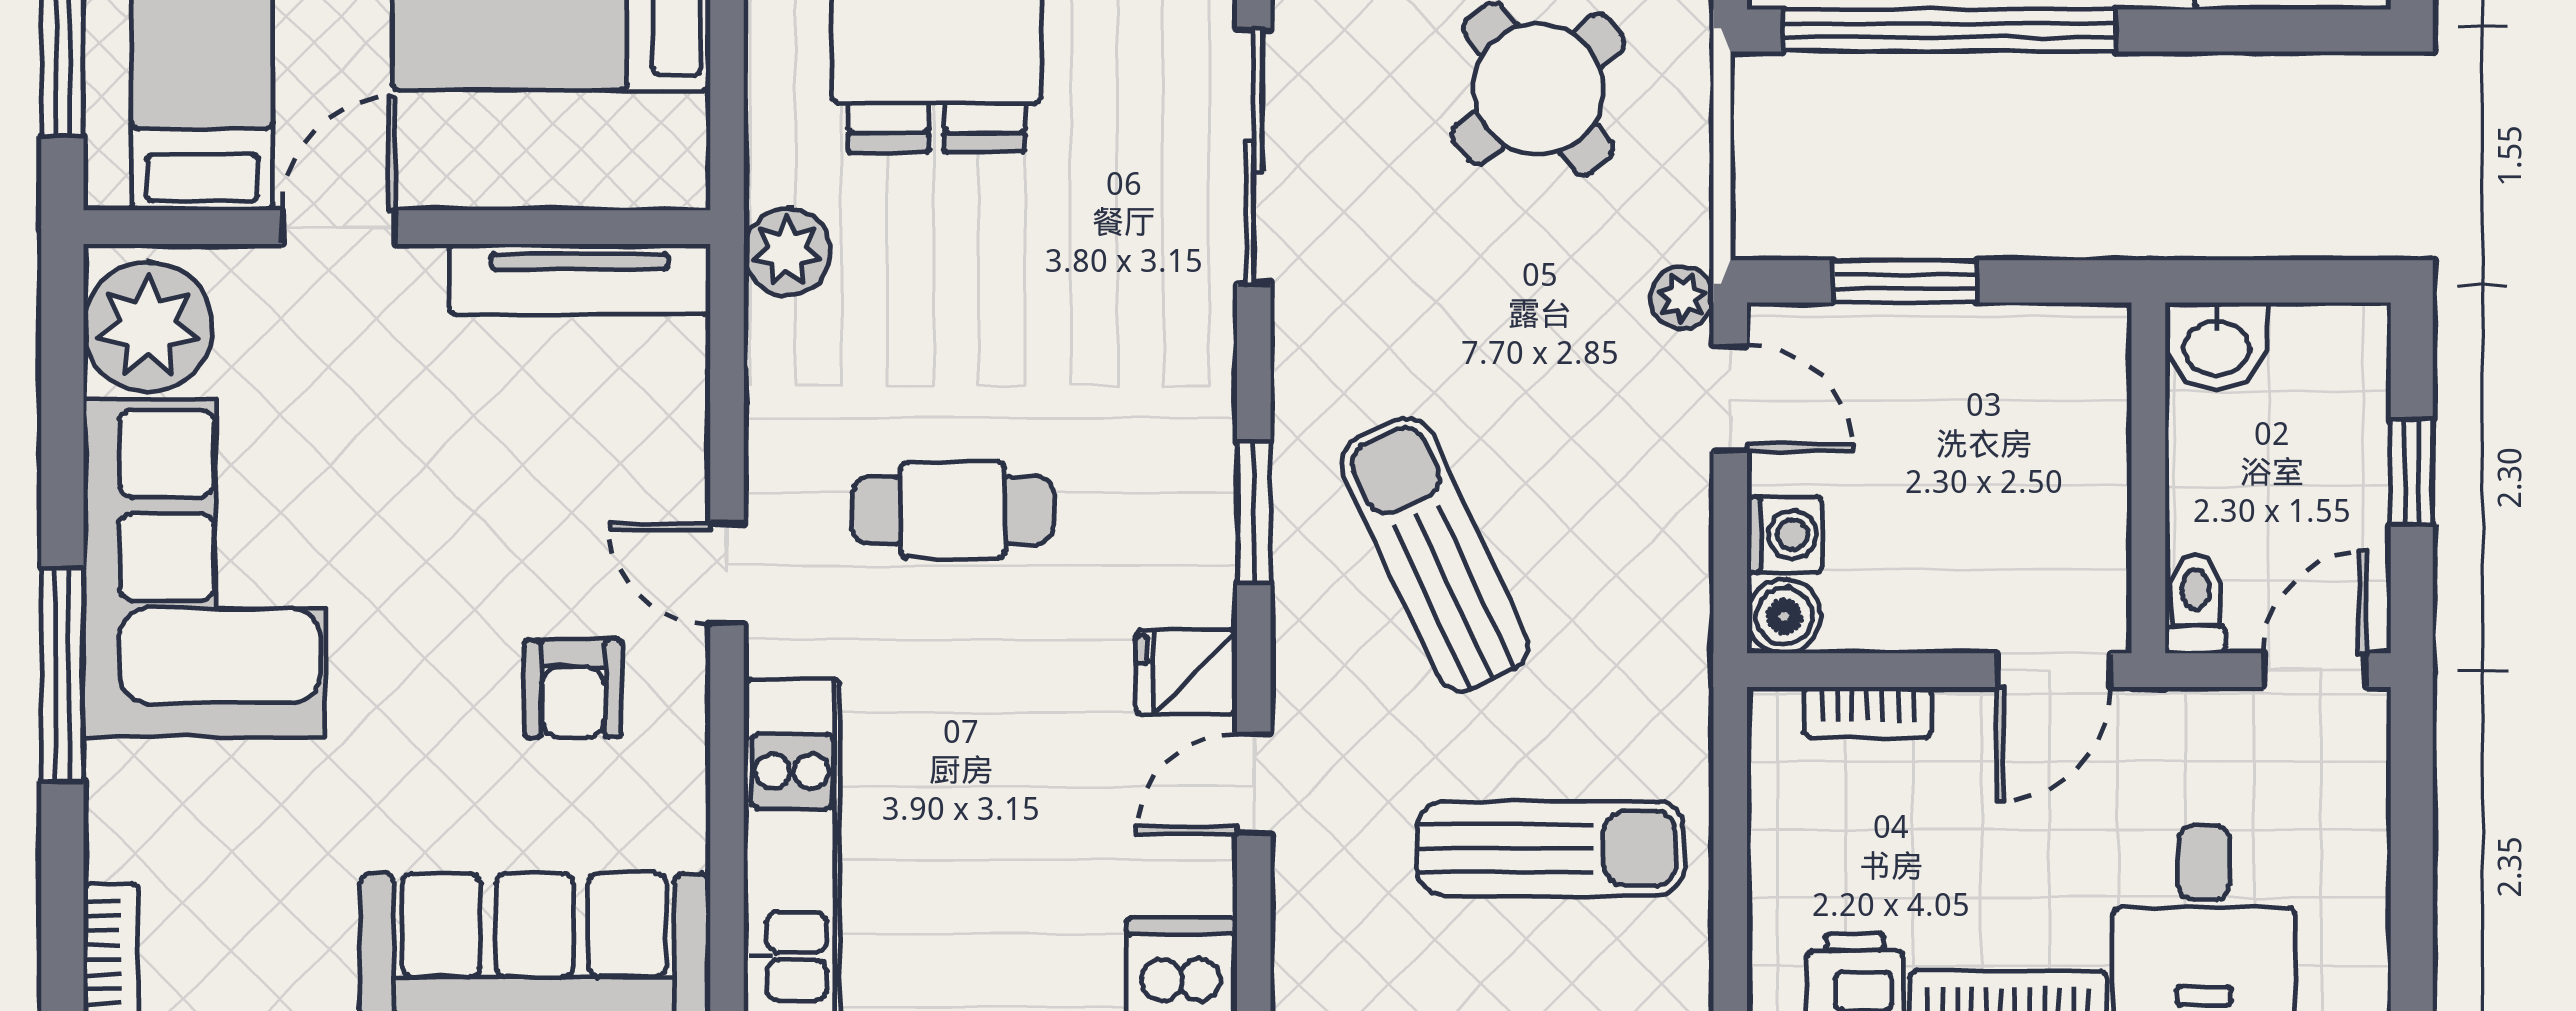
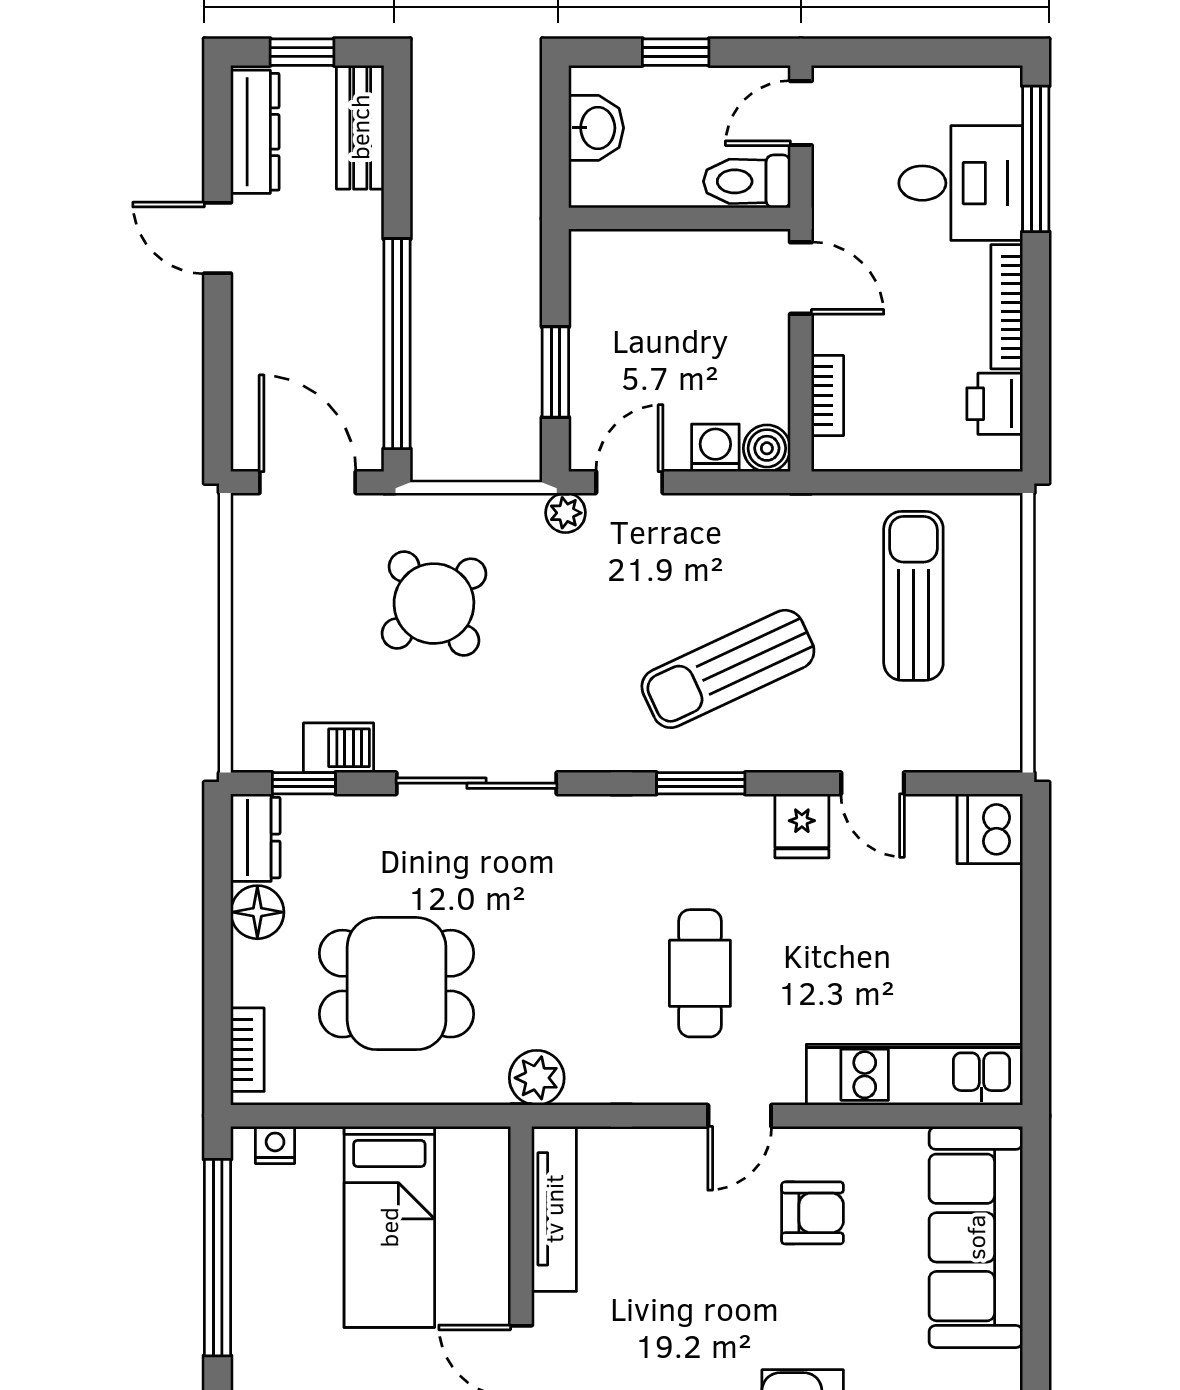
washbasin: (2216, 346) -> (596, 128), moved
toilet: (2196, 604) -> (747, 181), width x1.37, depth x1.39
door: (2315, 670) -> (801, 113), hinge flipped

